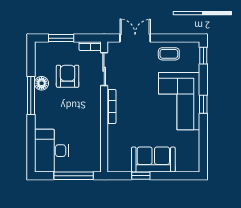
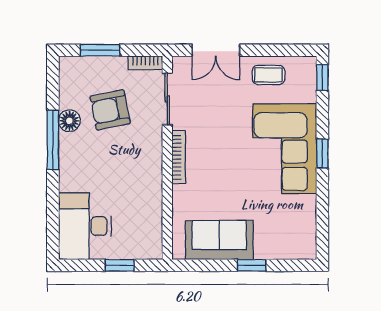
double door: (135, 38) -> (216, 50), swing flipped
armchair: (68, 76) -> (110, 110), turned -101
sofa: (153, 160) -> (219, 240), moved
window: (74, 176) -> (120, 265), width x0.46
window: (141, 176) -> (251, 265), moved

